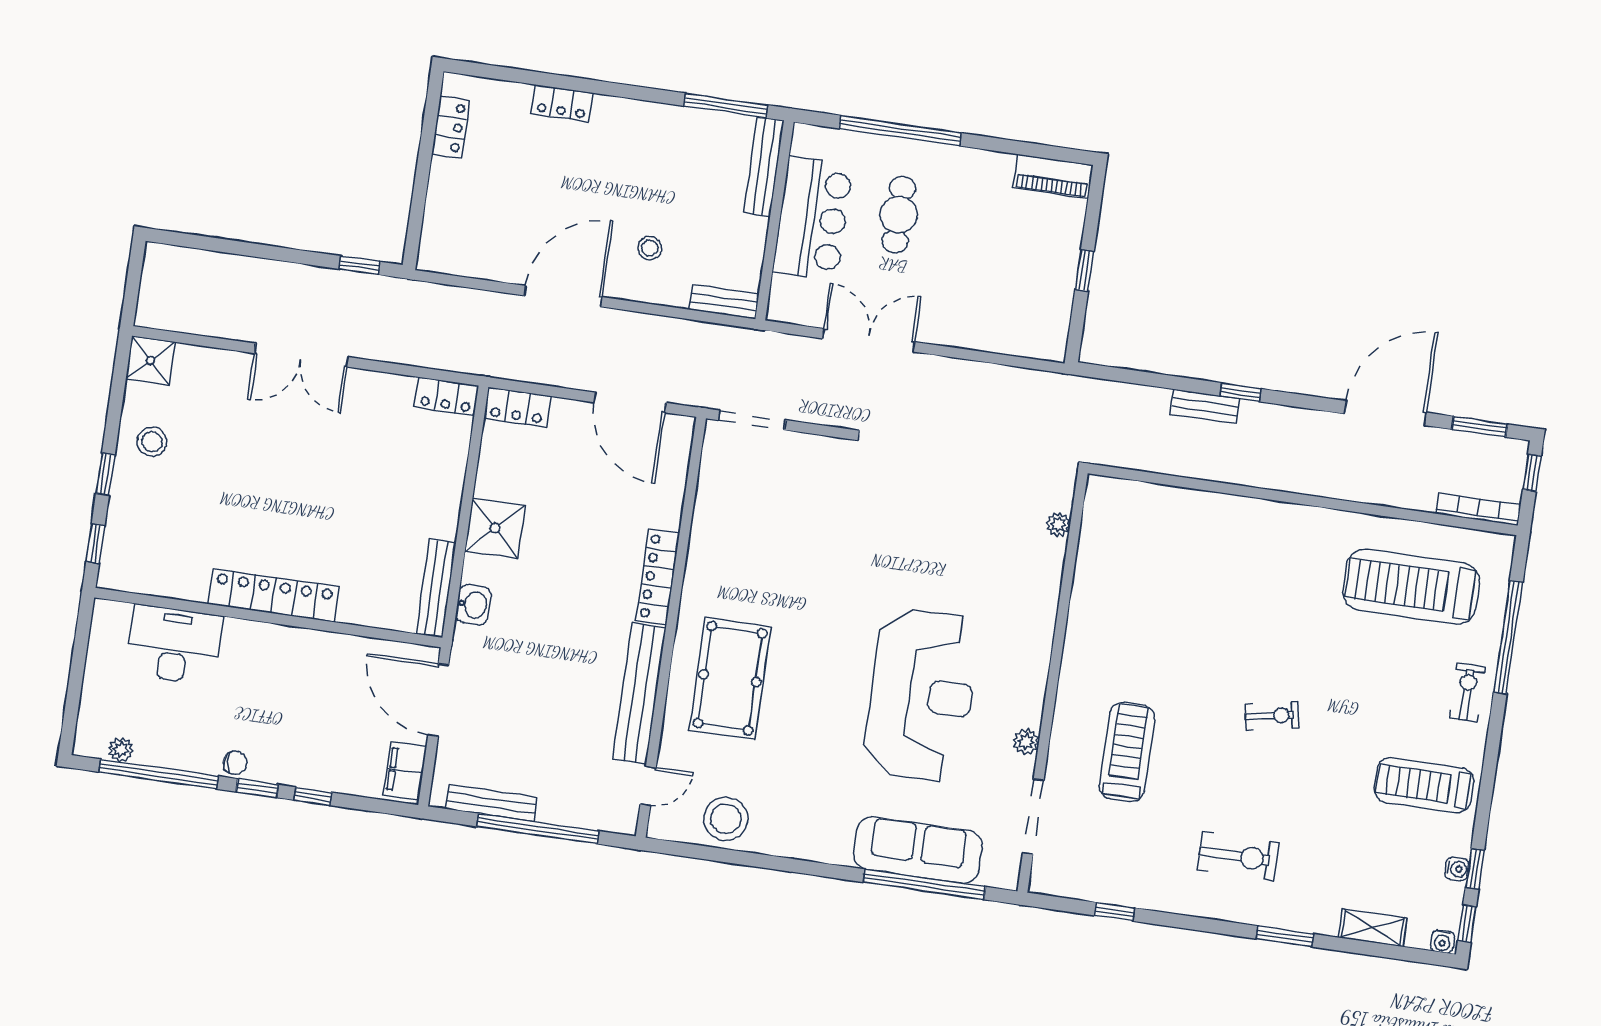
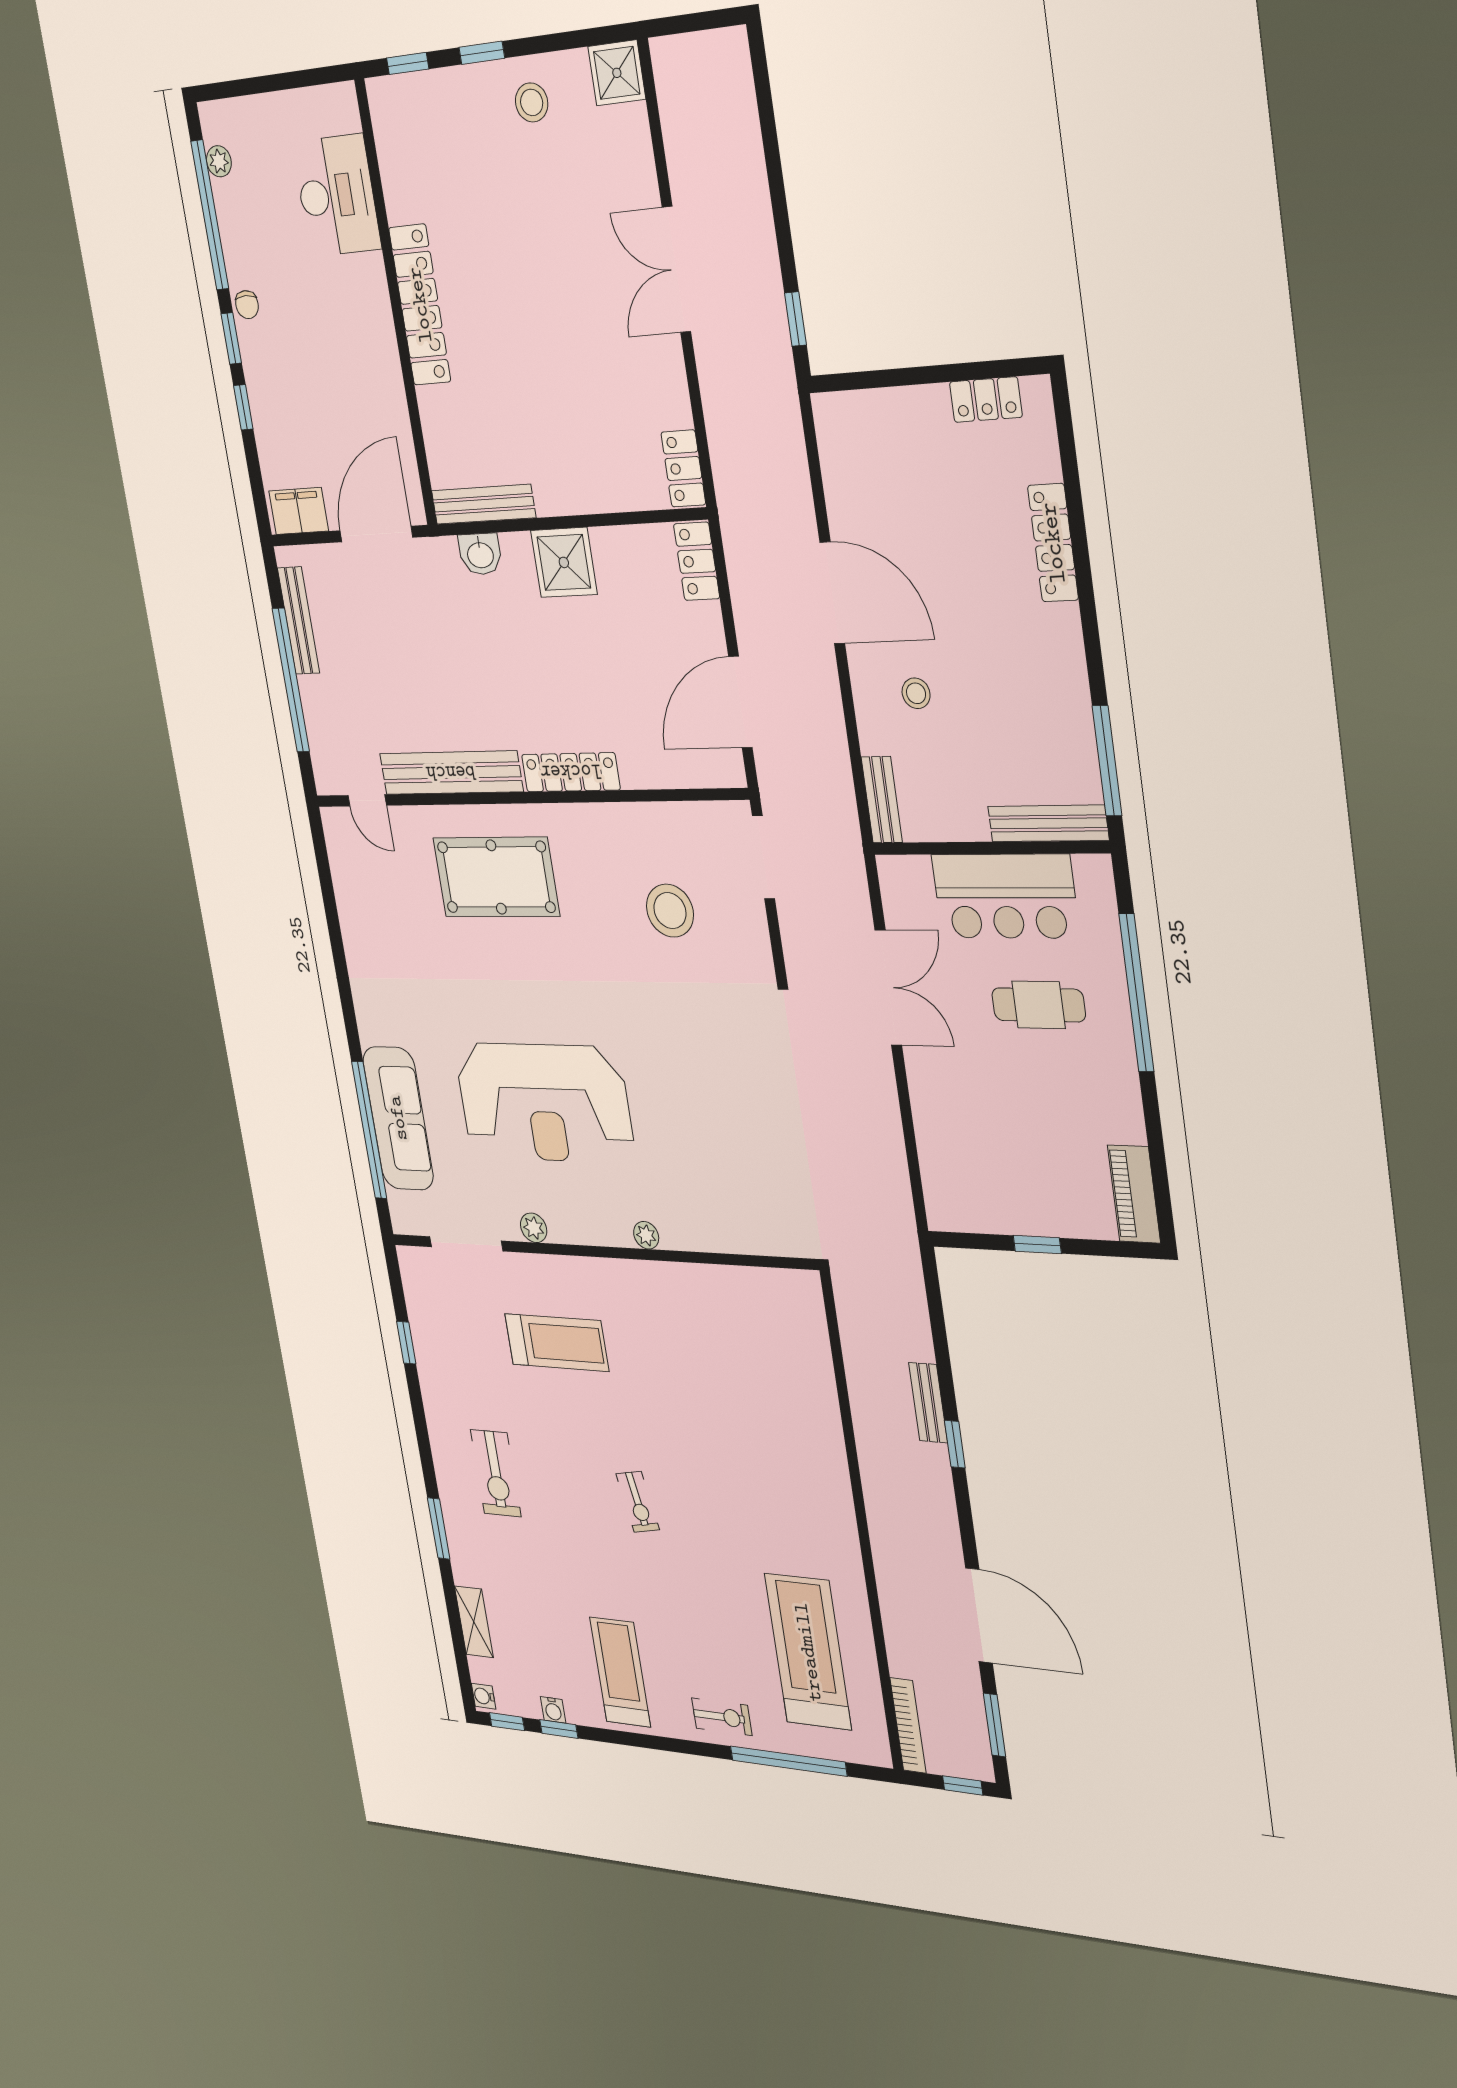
locker: (562, 103) -> (1053, 543), width x1.53
plant: (1058, 524) -> (646, 1235), moved
stool: (726, 819) -> (670, 911), moved

